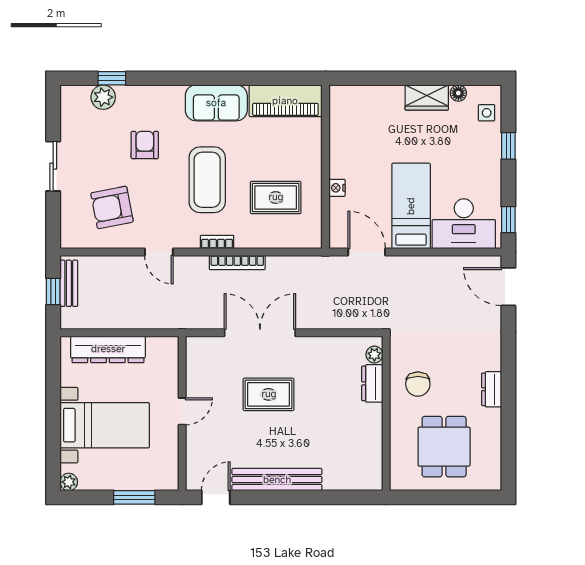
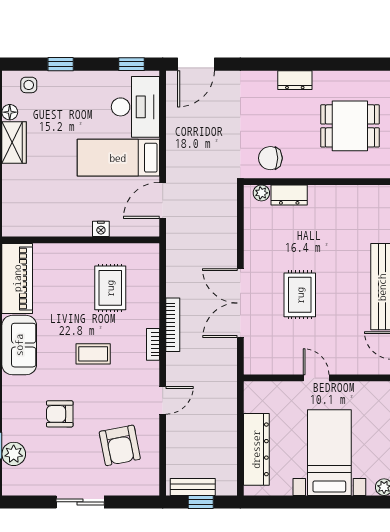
coffee table: (207, 180) -> (93, 354), width x0.54, depth x0.58
chair: (418, 384) -> (270, 158), moved, turned 180

